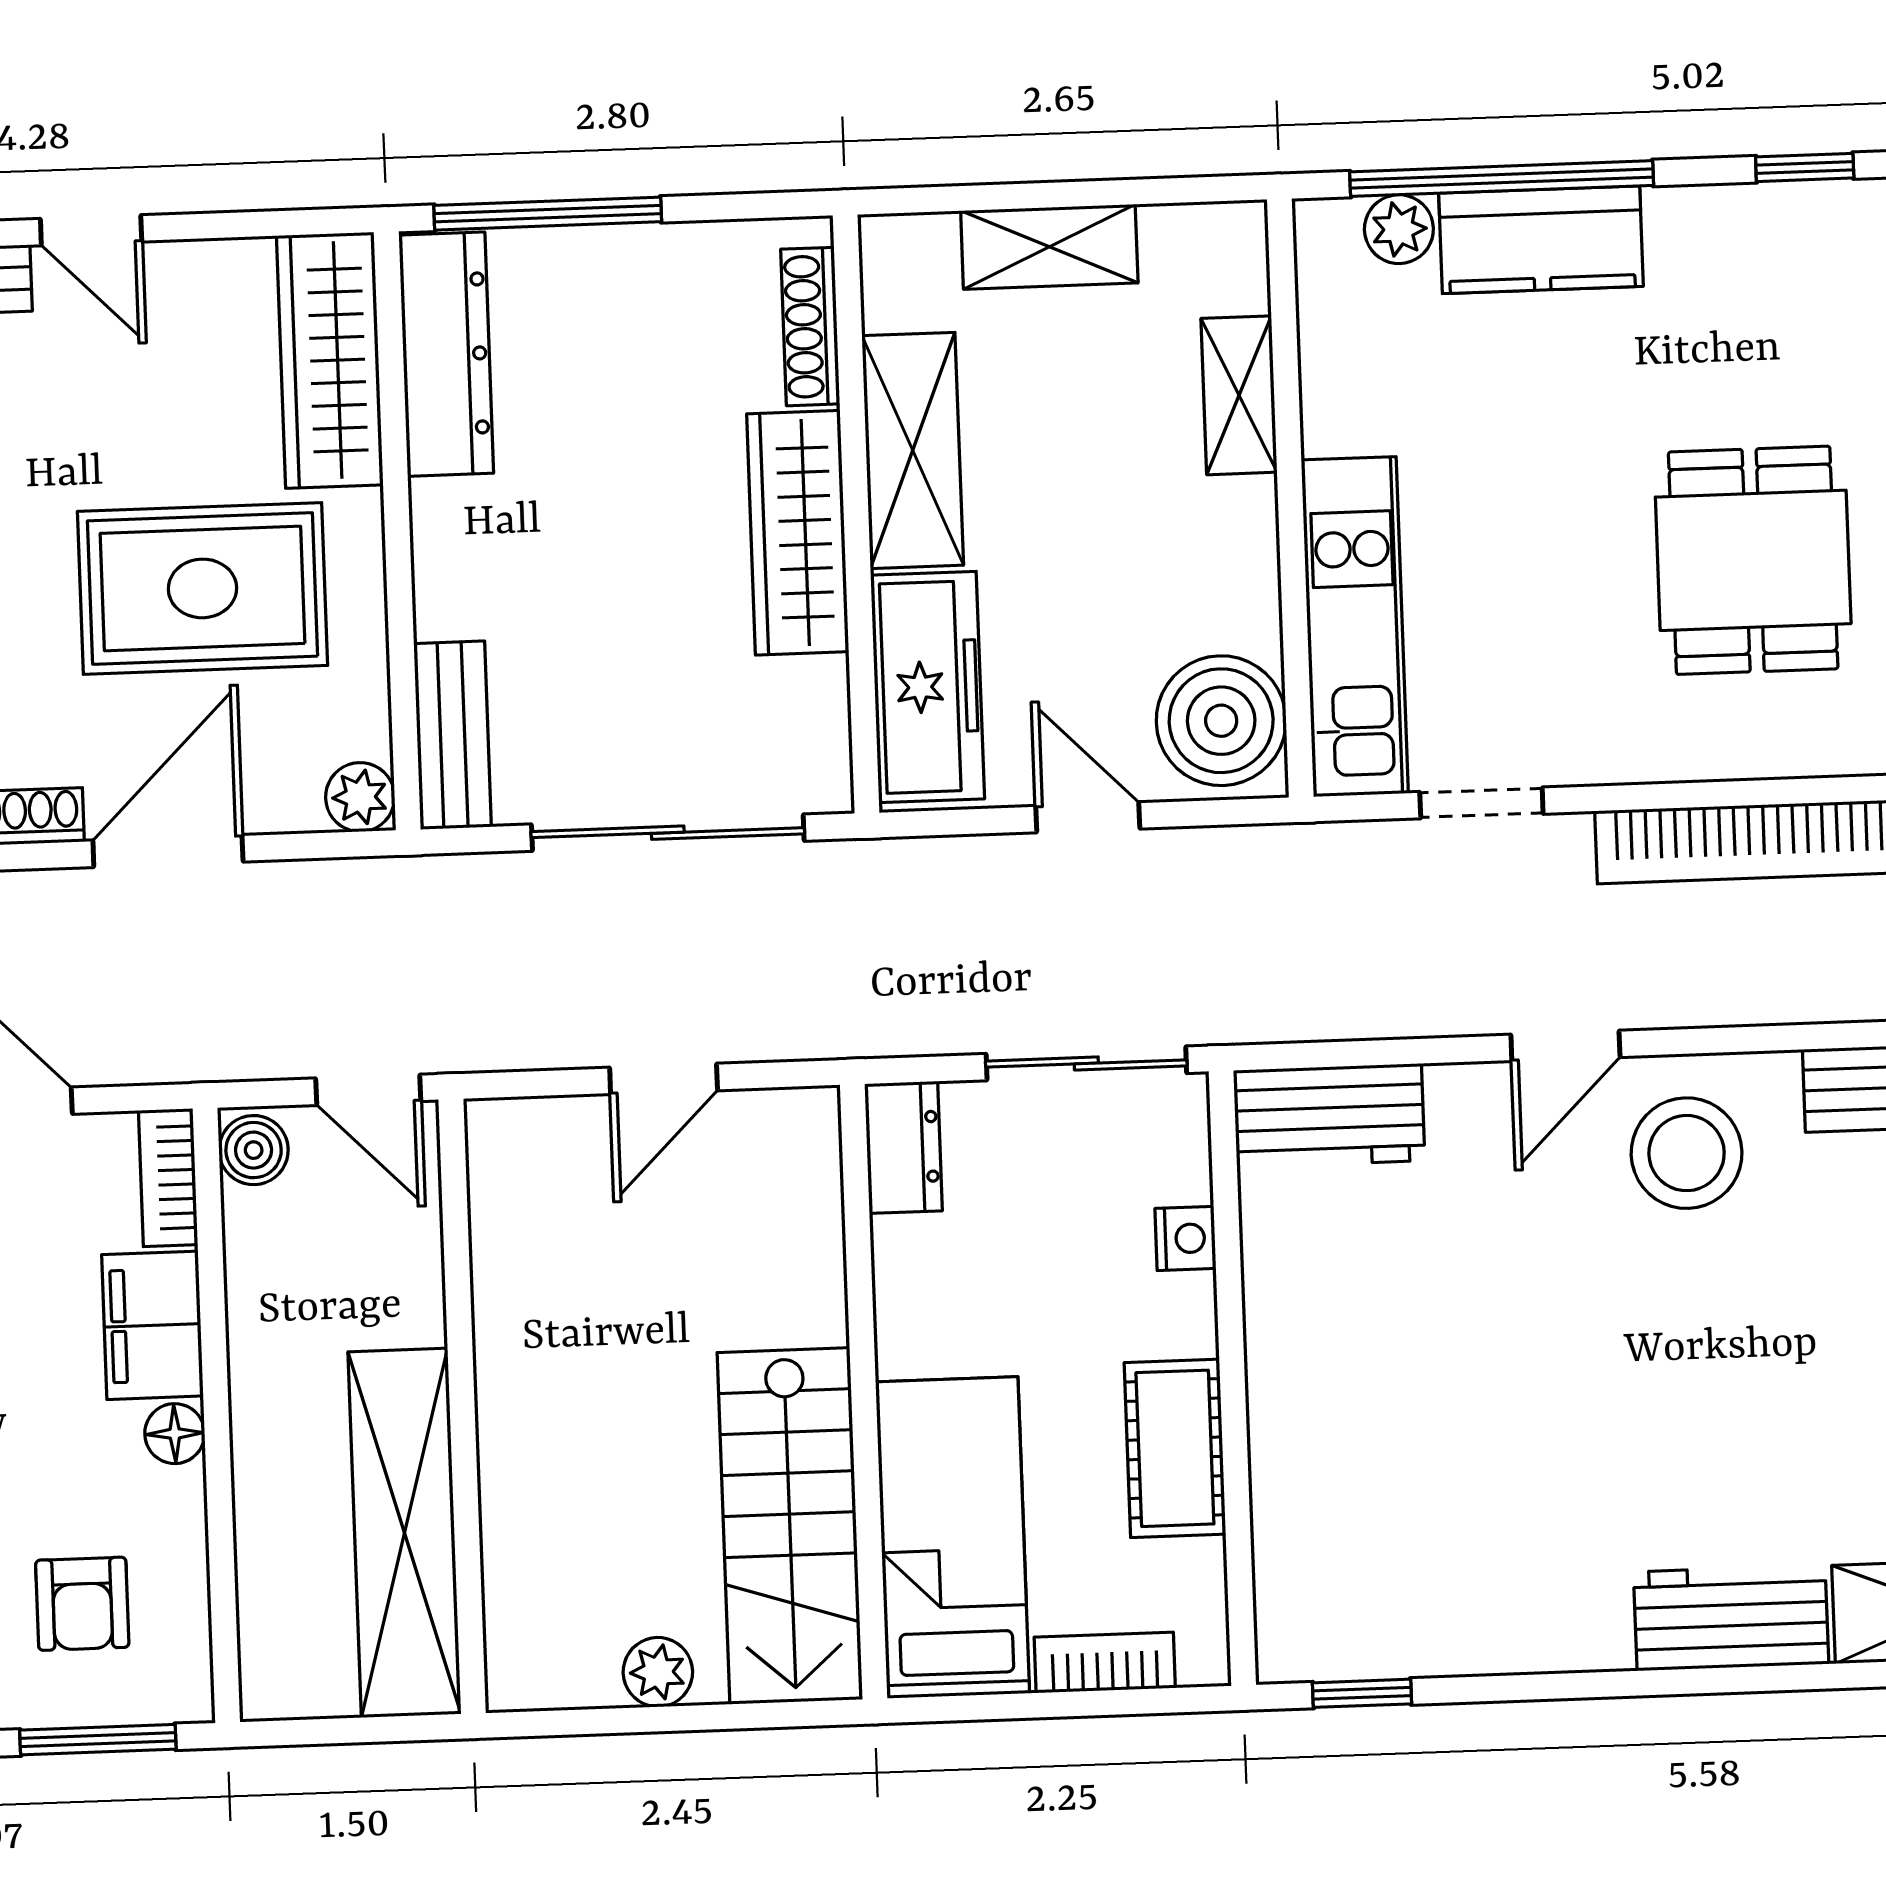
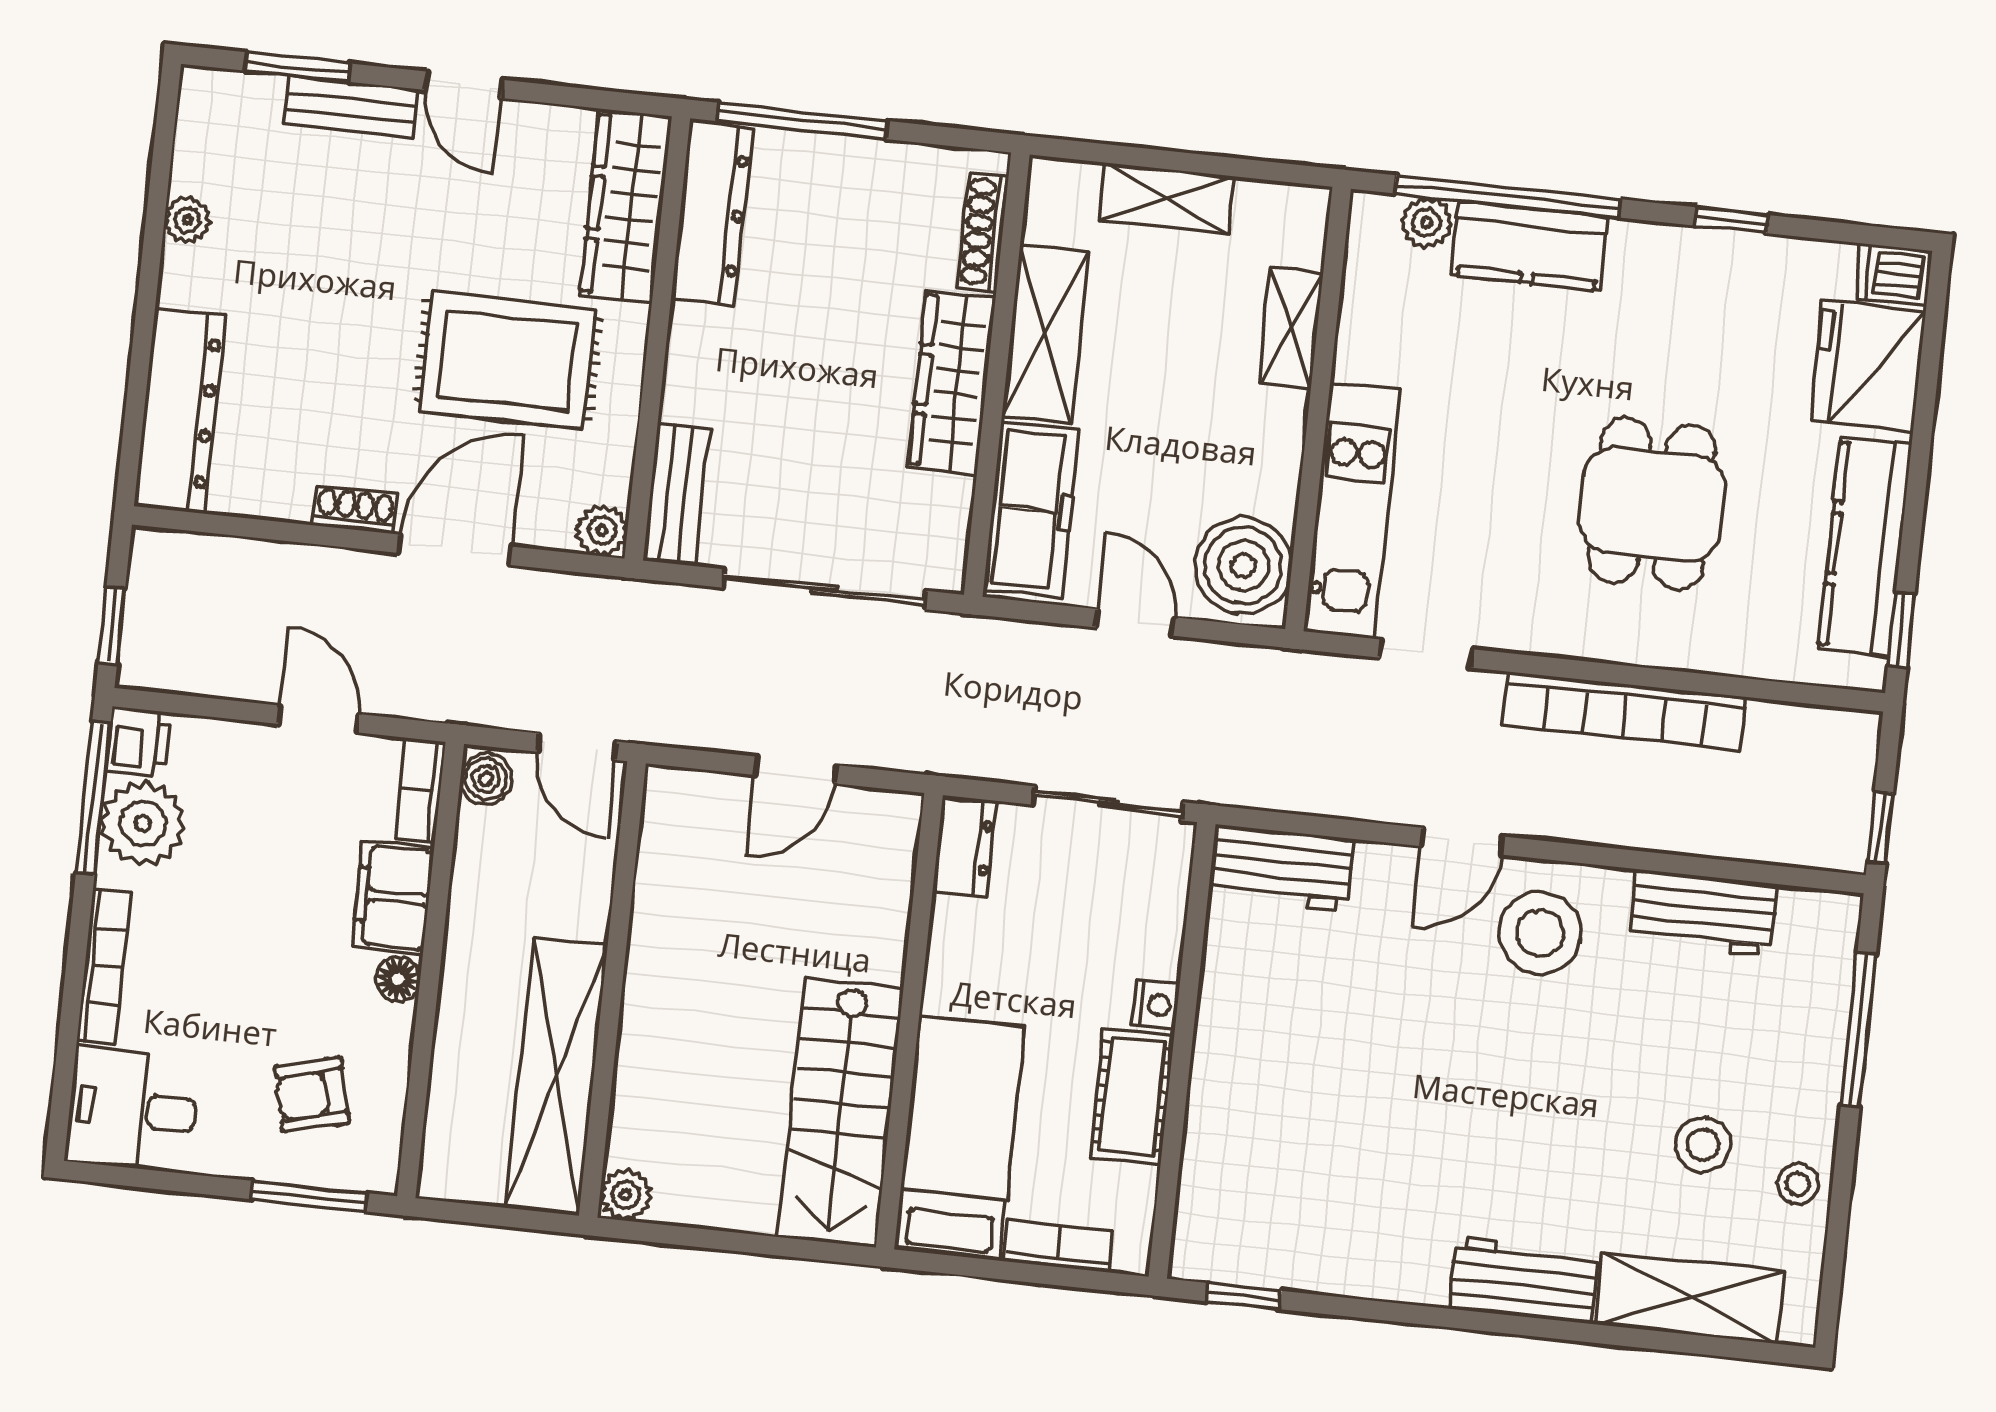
nightstand: (1185, 1238) -> (1156, 1005), moved
armchair: (82, 1604) -> (312, 1095), turned 76
plant: (658, 1672) -> (625, 1195), moved

